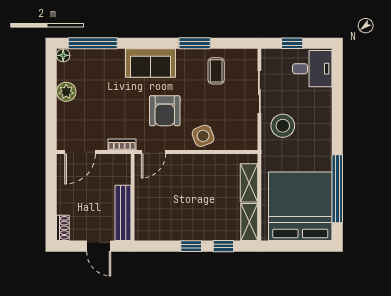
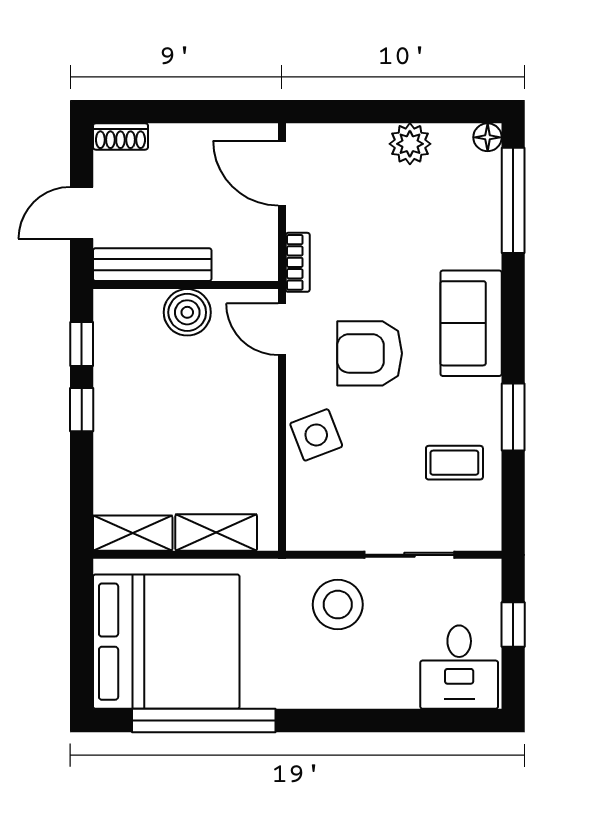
boiler: (145, 196) -> (187, 312), added
window: (223, 246) -> (82, 344), moved

